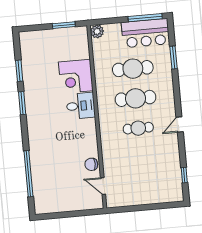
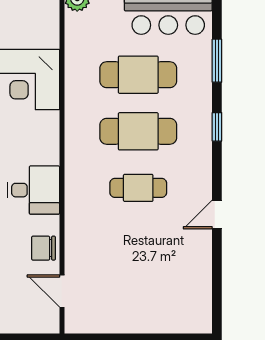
desk: (81, 106) -> (33, 190), moved
door: (180, 124) -> (217, 214), moved
window: (184, 175) -> (217, 127), moved

